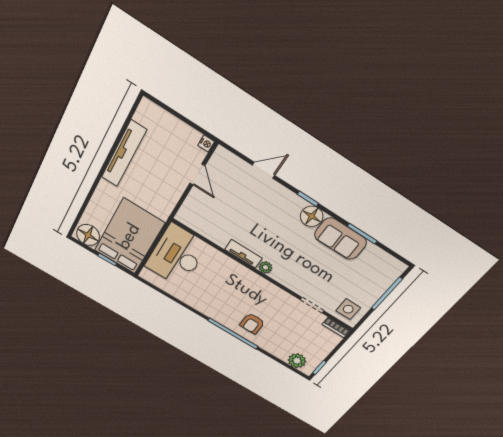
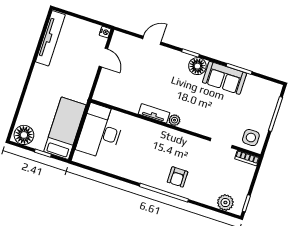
tv unit: (124, 154) -> (50, 38), moved
bed: (129, 237) -> (65, 128), width x0.67

